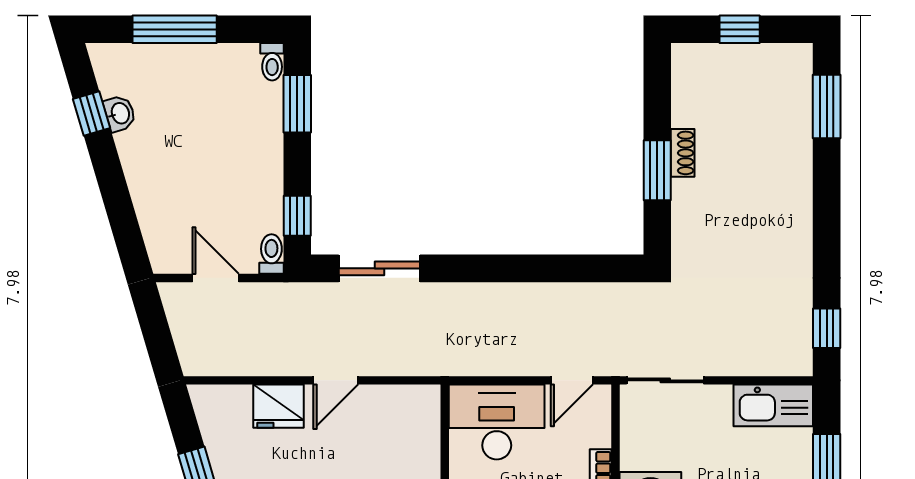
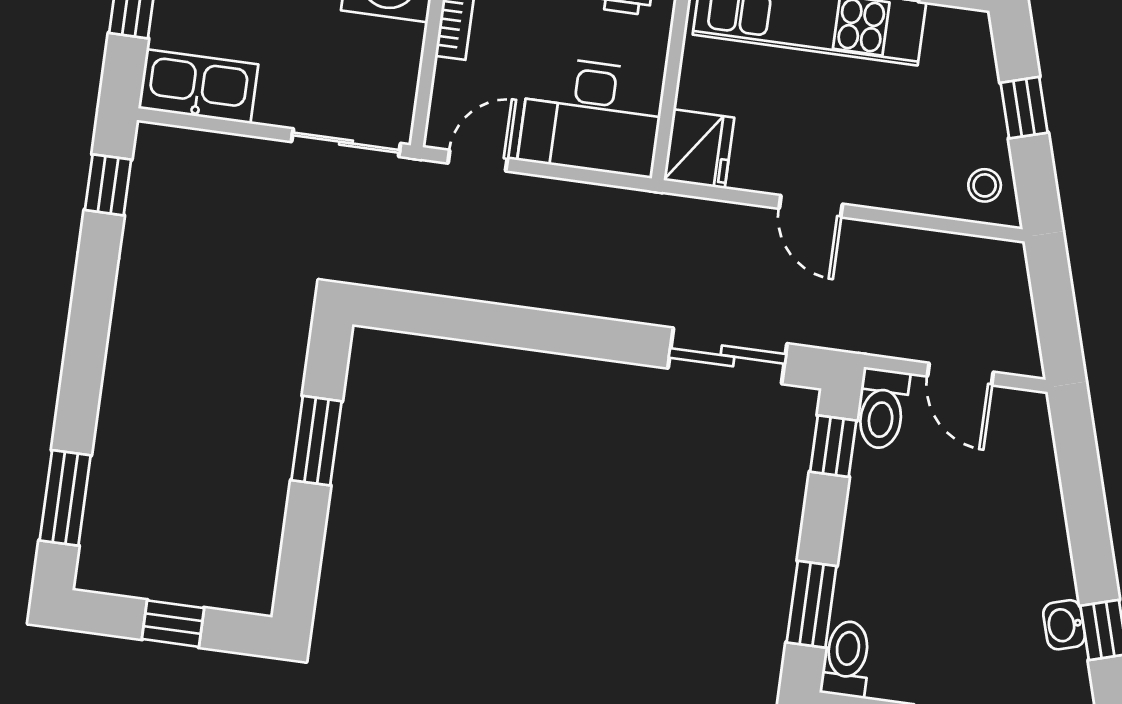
toilet: (272, 62) -> (847, 659), width x1.37, depth x1.39
shoe rack: (683, 153) -> (277, 460), removed
toilet: (271, 254) -> (882, 409), width x1.37, depth x1.39
door: (336, 380) -> (811, 206), swing flipped
fridge: (278, 406) -> (699, 149), moved, turned 90
stool: (217, 411) -> (985, 185), added

